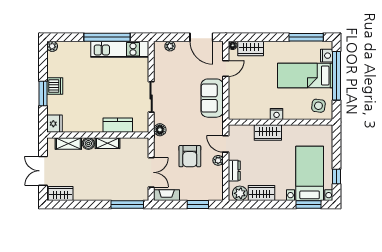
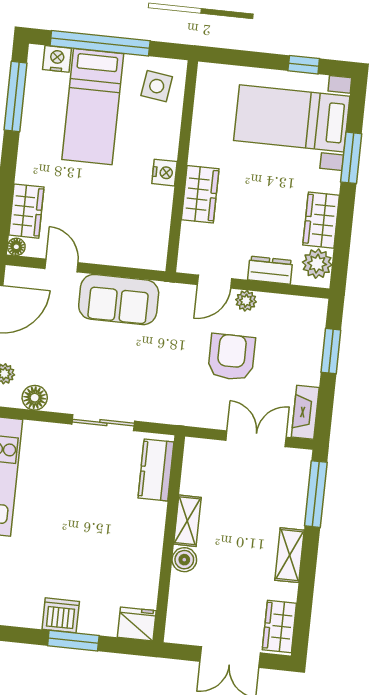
kitchen counter: (118, 125) -> (156, 470), moved
floor lamp: (160, 130) -> (35, 398), moved
shelving: (68, 143) -> (290, 555), moved
armchair: (190, 156) -> (231, 357), turned -90
window: (308, 204) -> (351, 158), moved

